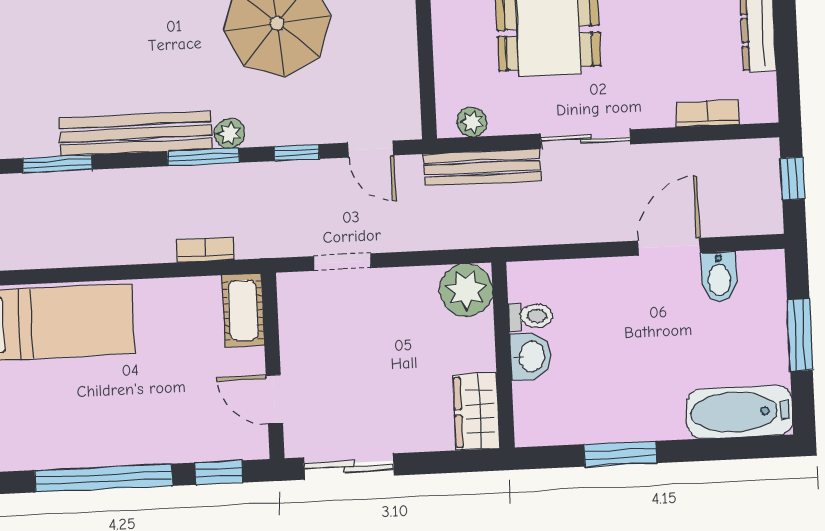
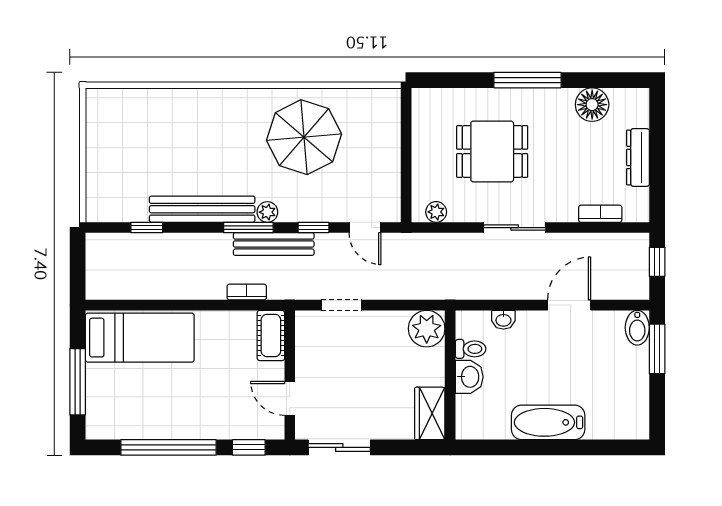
window: (58, 164) -> (147, 228), width x0.67
bench: (482, 168) -> (274, 244), moved
washbasin: (576, 272) -> (503, 320), added
bidet: (719, 277) -> (637, 328), moved
window: (800, 335) -> (657, 349), moved
bathtub: (739, 412) -> (548, 422), moved
window: (620, 454) -> (528, 447), removed

